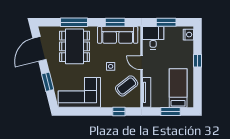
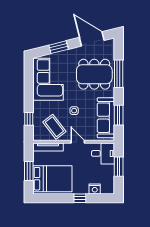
nightstand: (188, 35) -> (95, 189), moved
door: (142, 63) -> (78, 142), hinge flipped
bed: (178, 88) -> (52, 179), width x1.50

